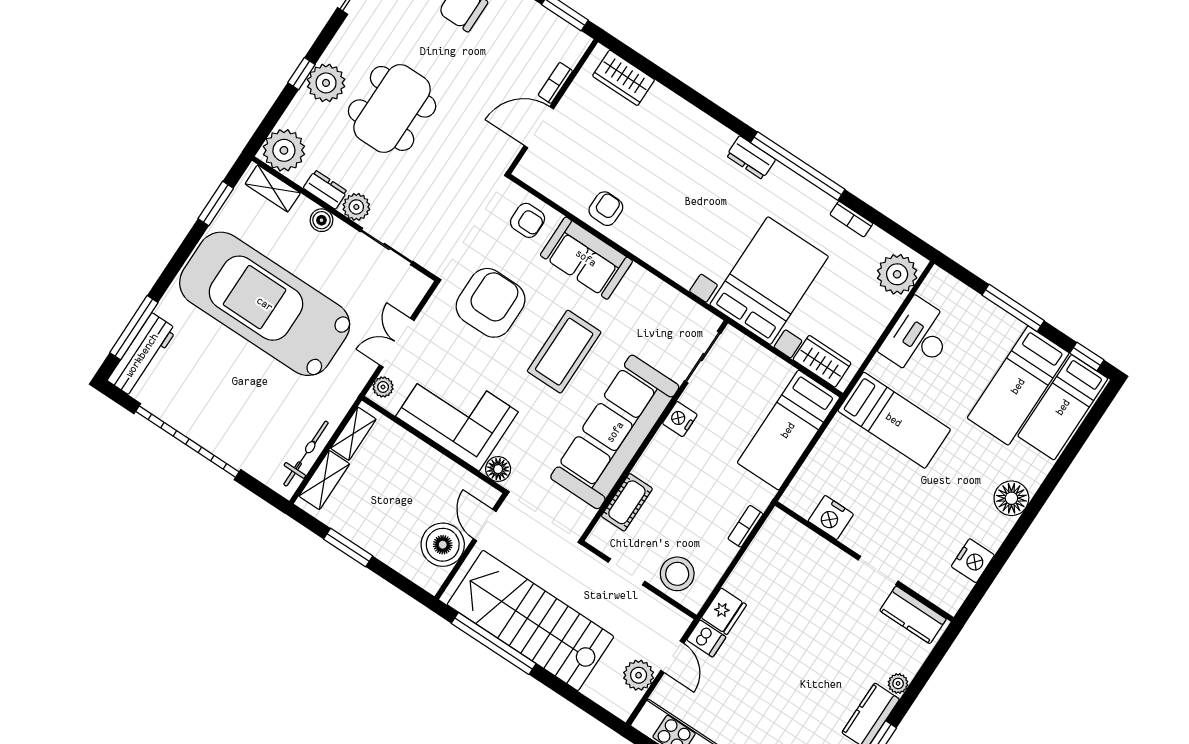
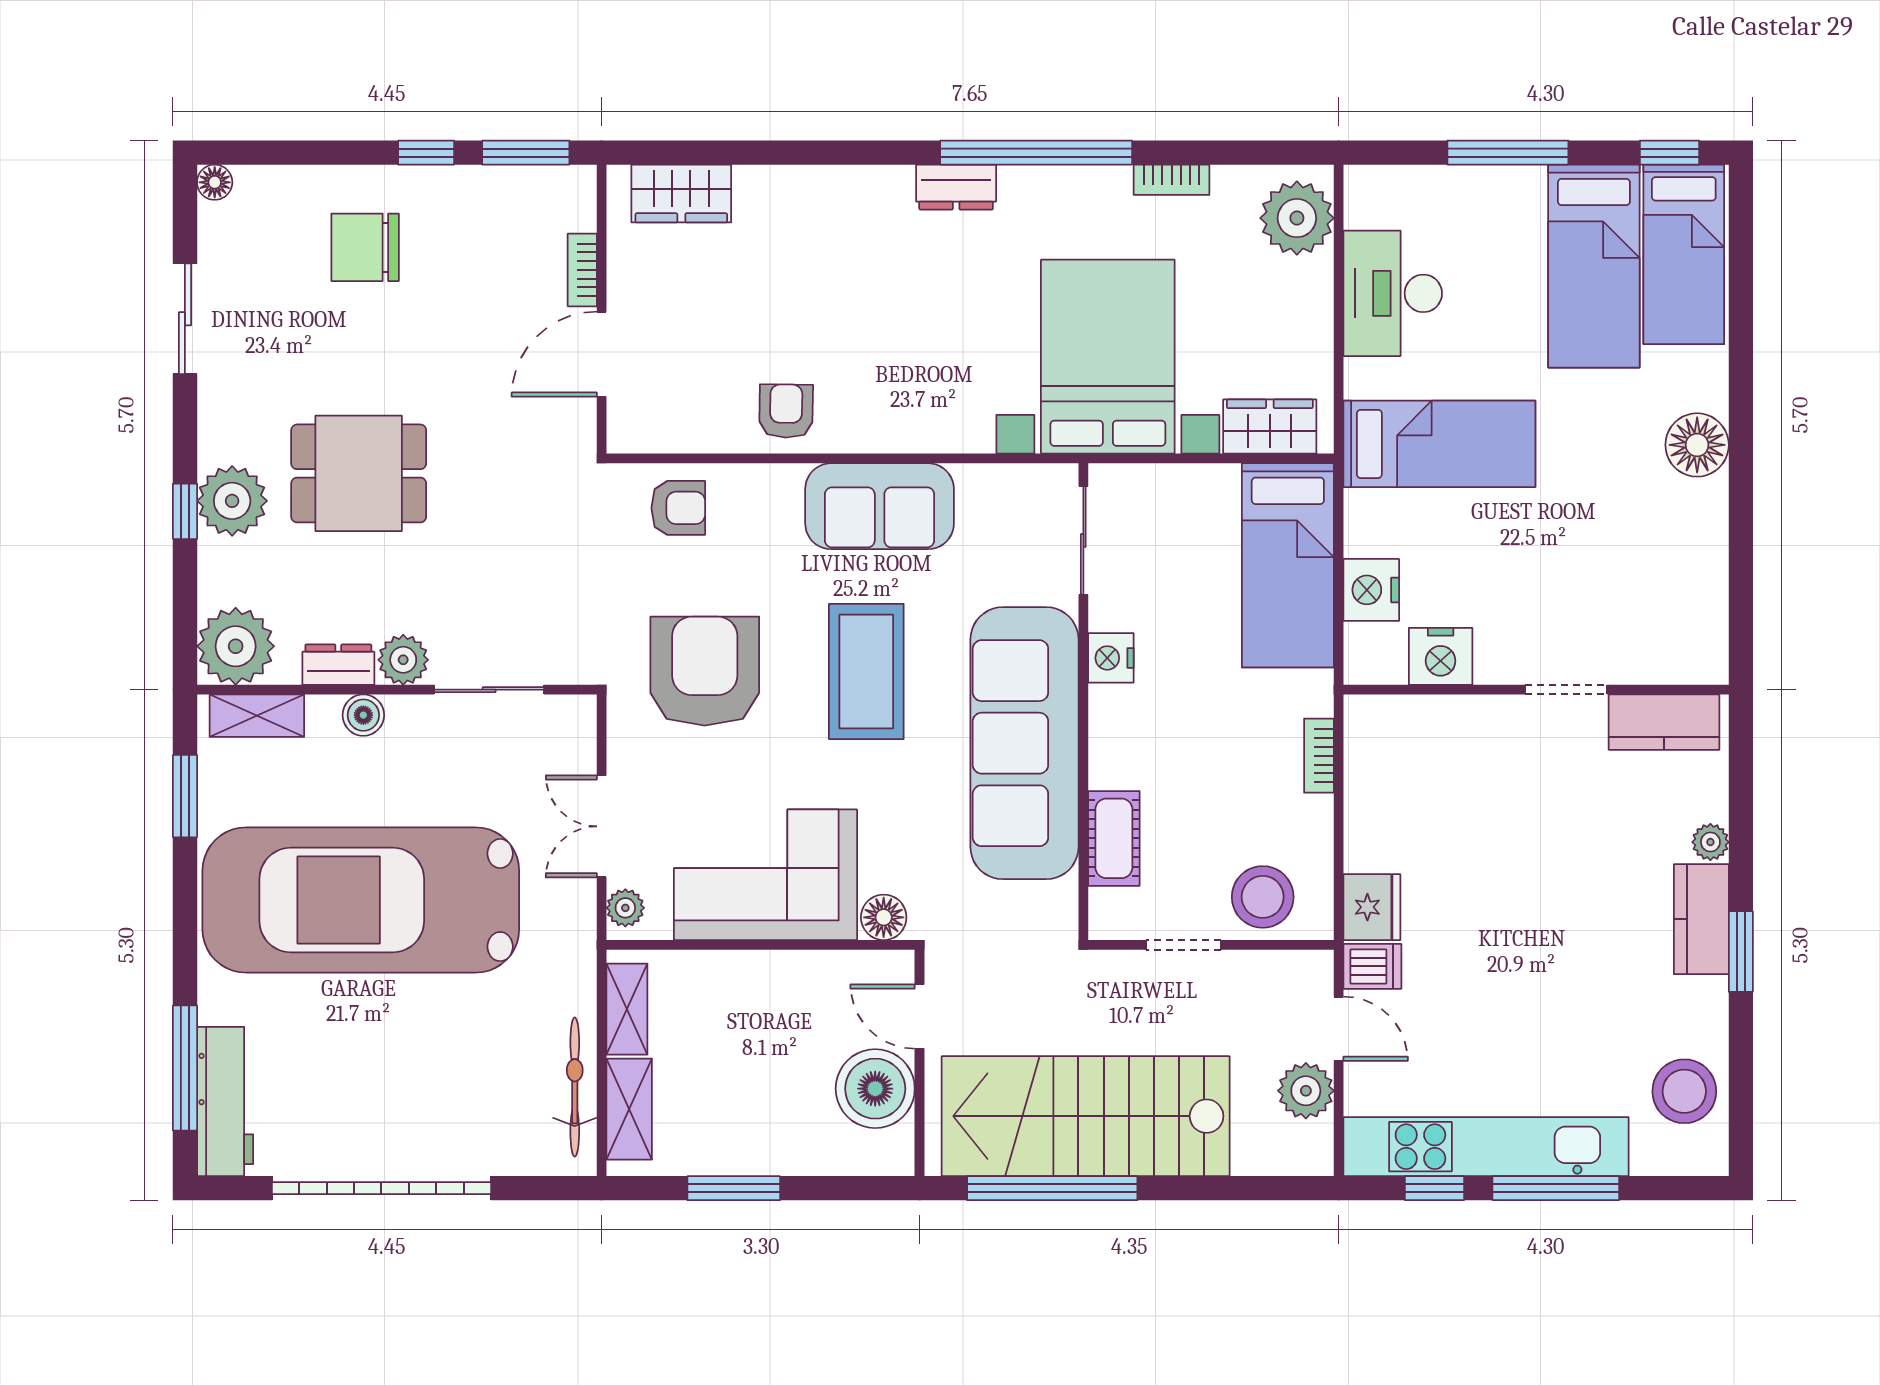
dining table: (392, 108) -> (359, 473), width x0.73
sofa: (586, 258) -> (880, 506), moved
nightstand: (973, 561) -> (1371, 590), moved, turned 180

